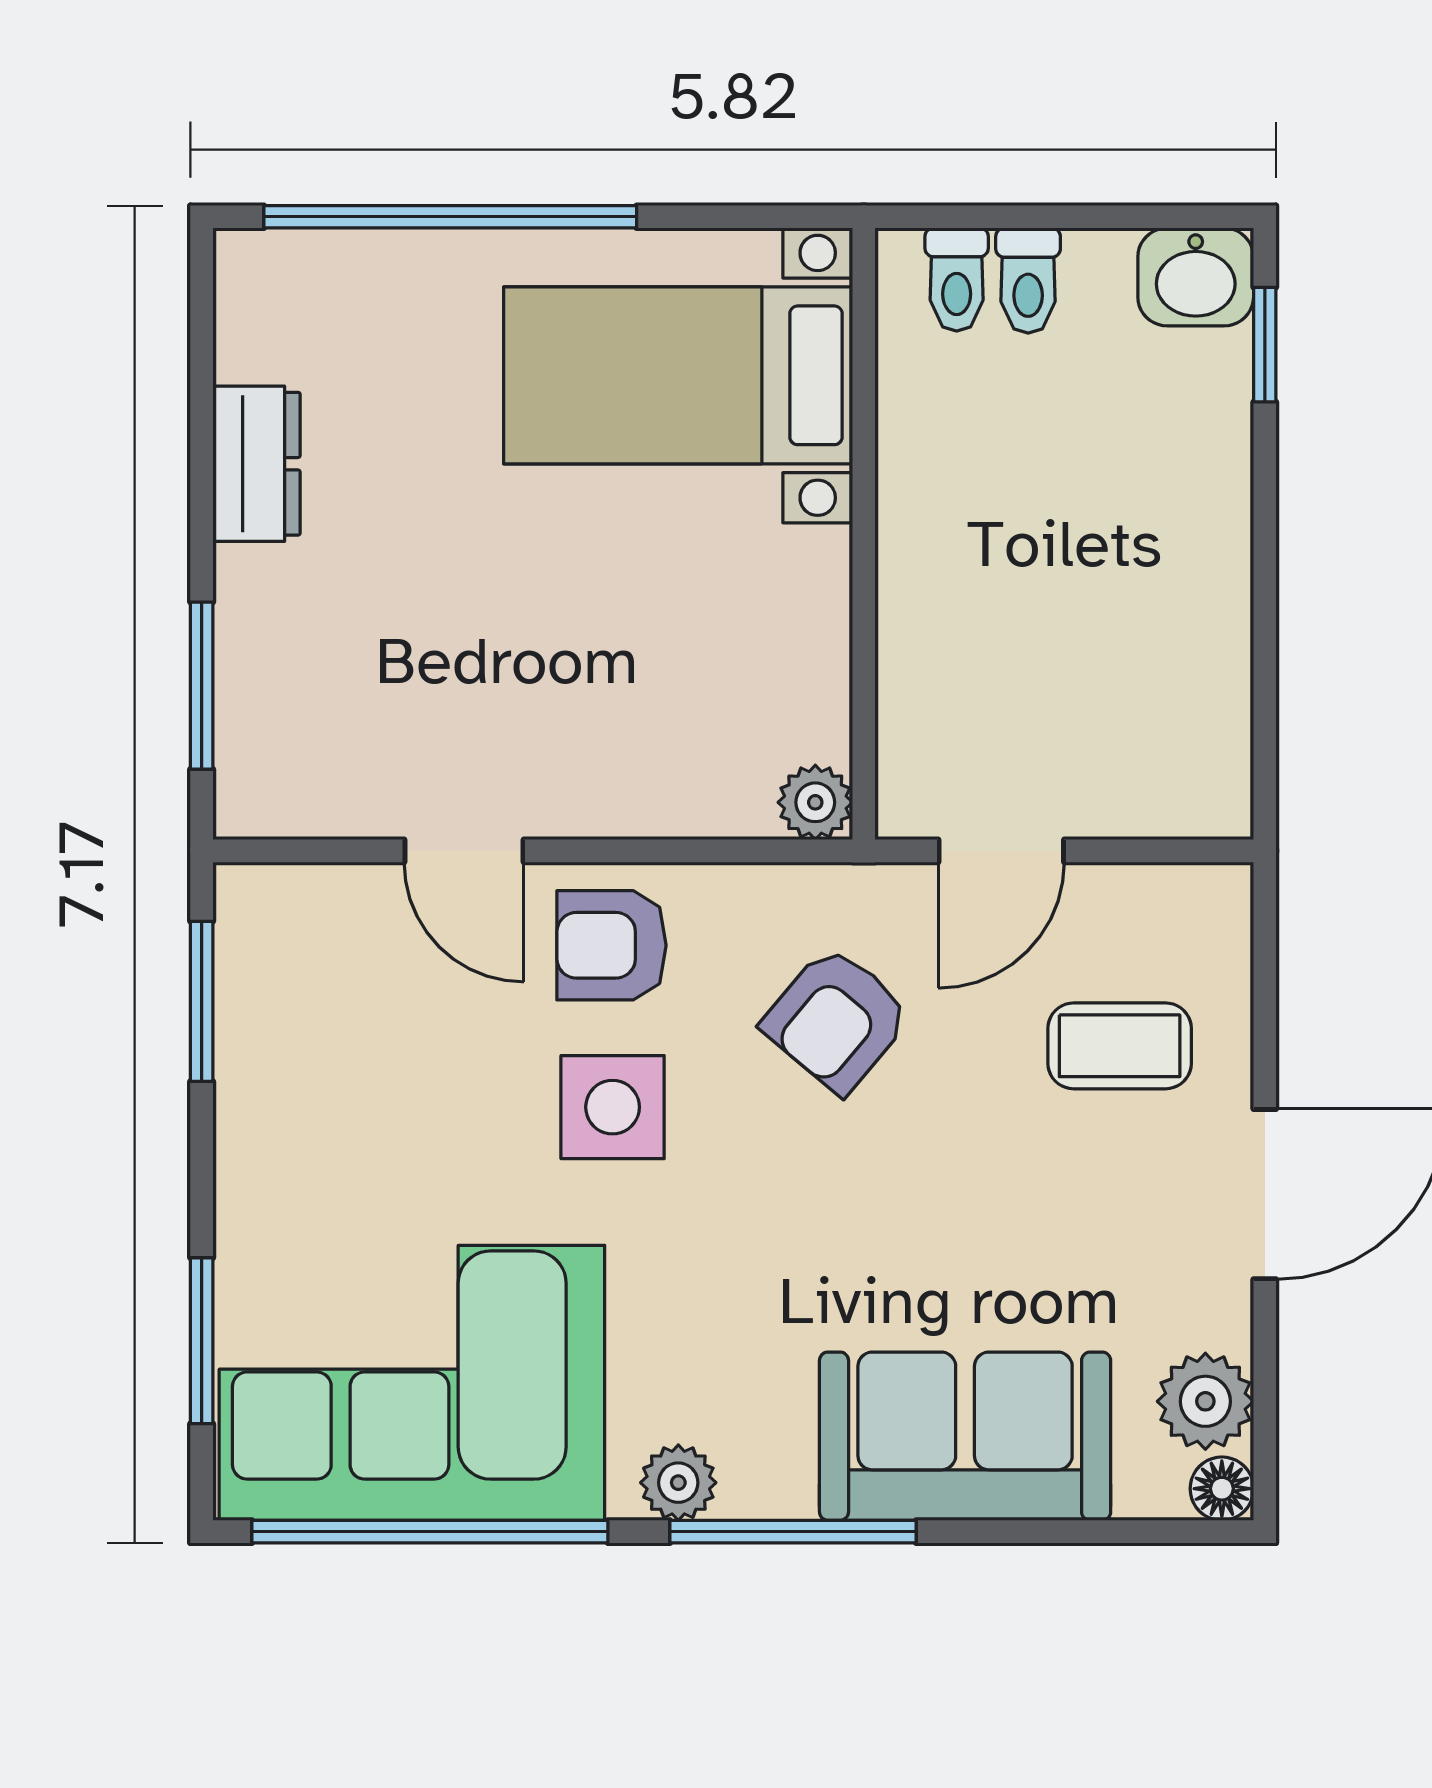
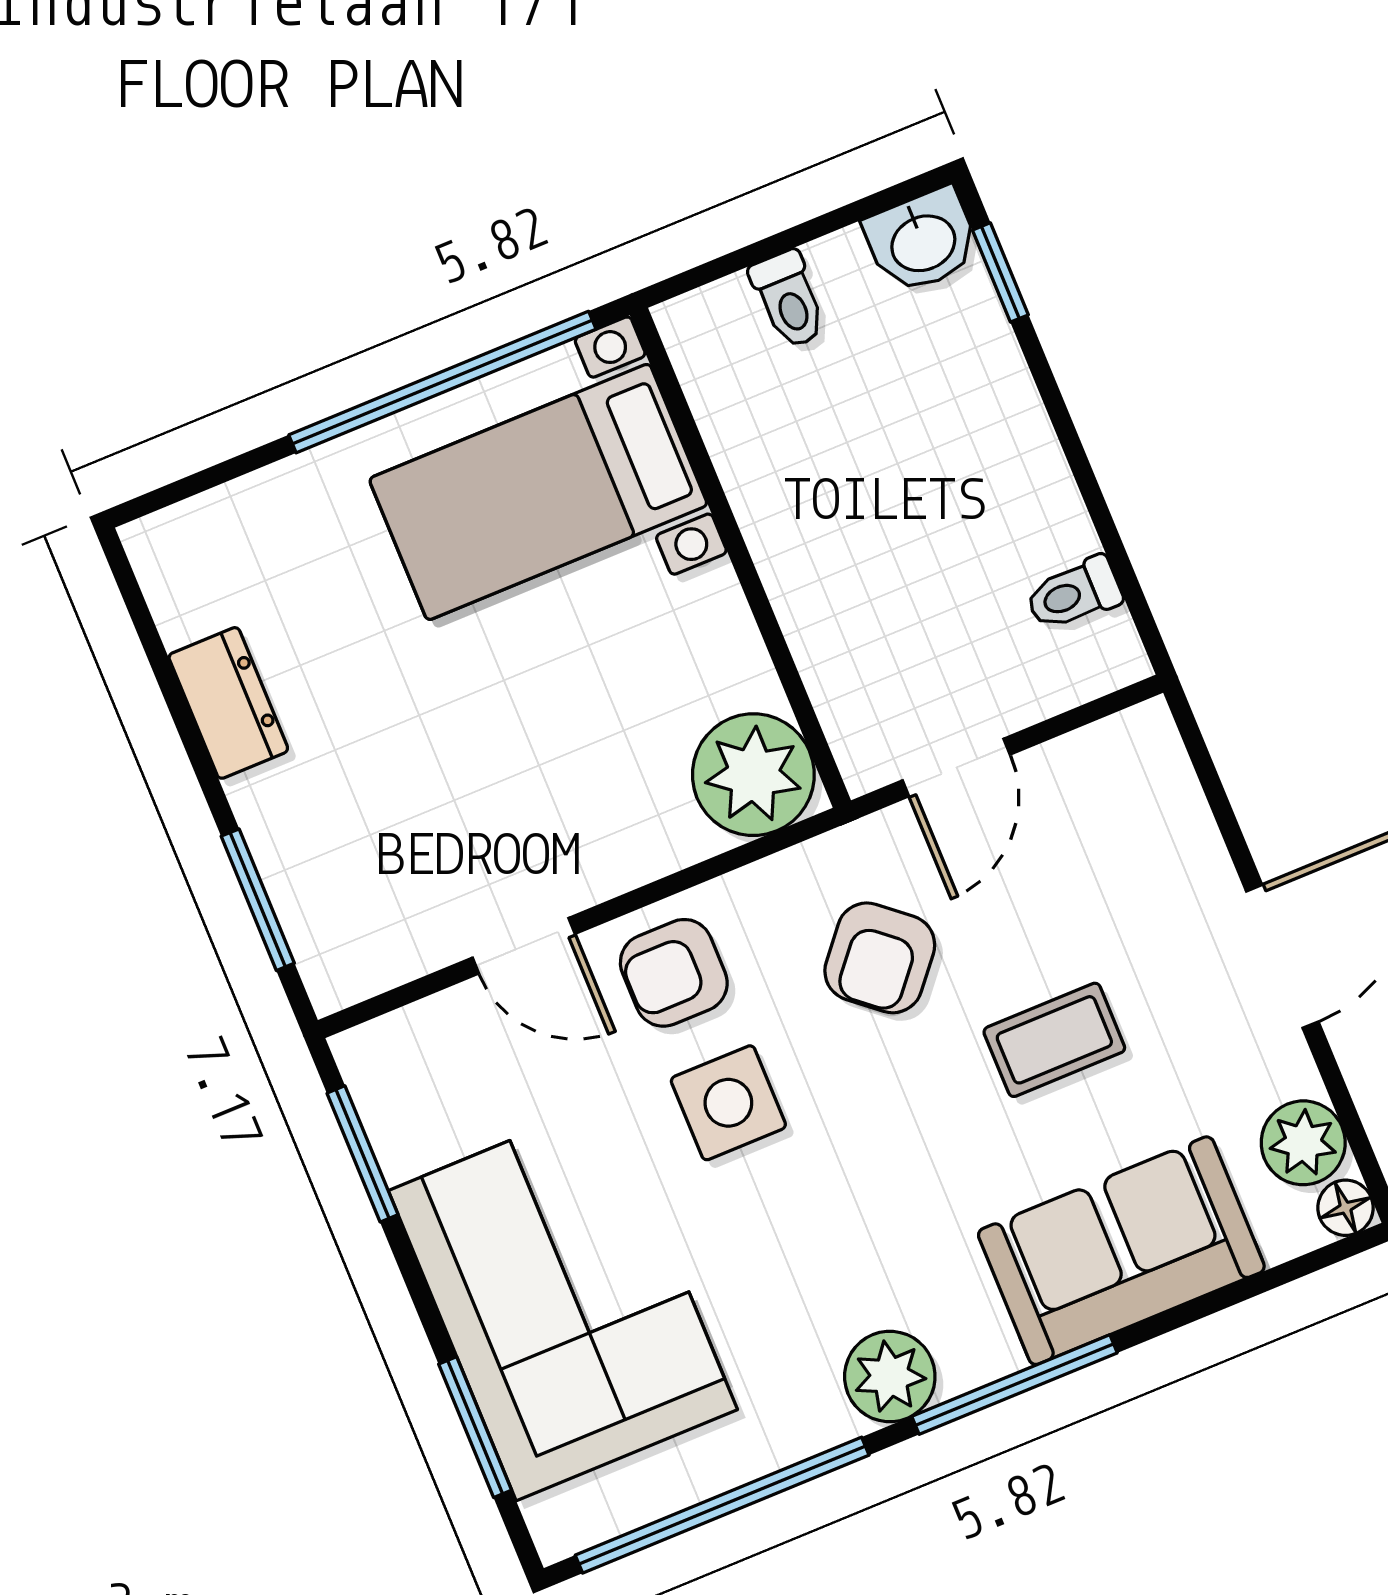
window: (450, 217) -> (442, 382), moved
toilet: (957, 279) -> (1074, 594), moved, turned 90
plant: (815, 802) -> (753, 775), width x1.87, depth x1.87
coffee table: (1120, 1046) -> (1054, 1040), moved
corner sofa: (412, 1383) -> (563, 1300), moved, turned 90
plant: (678, 1483) -> (890, 1376), width x1.38, depth x1.38

